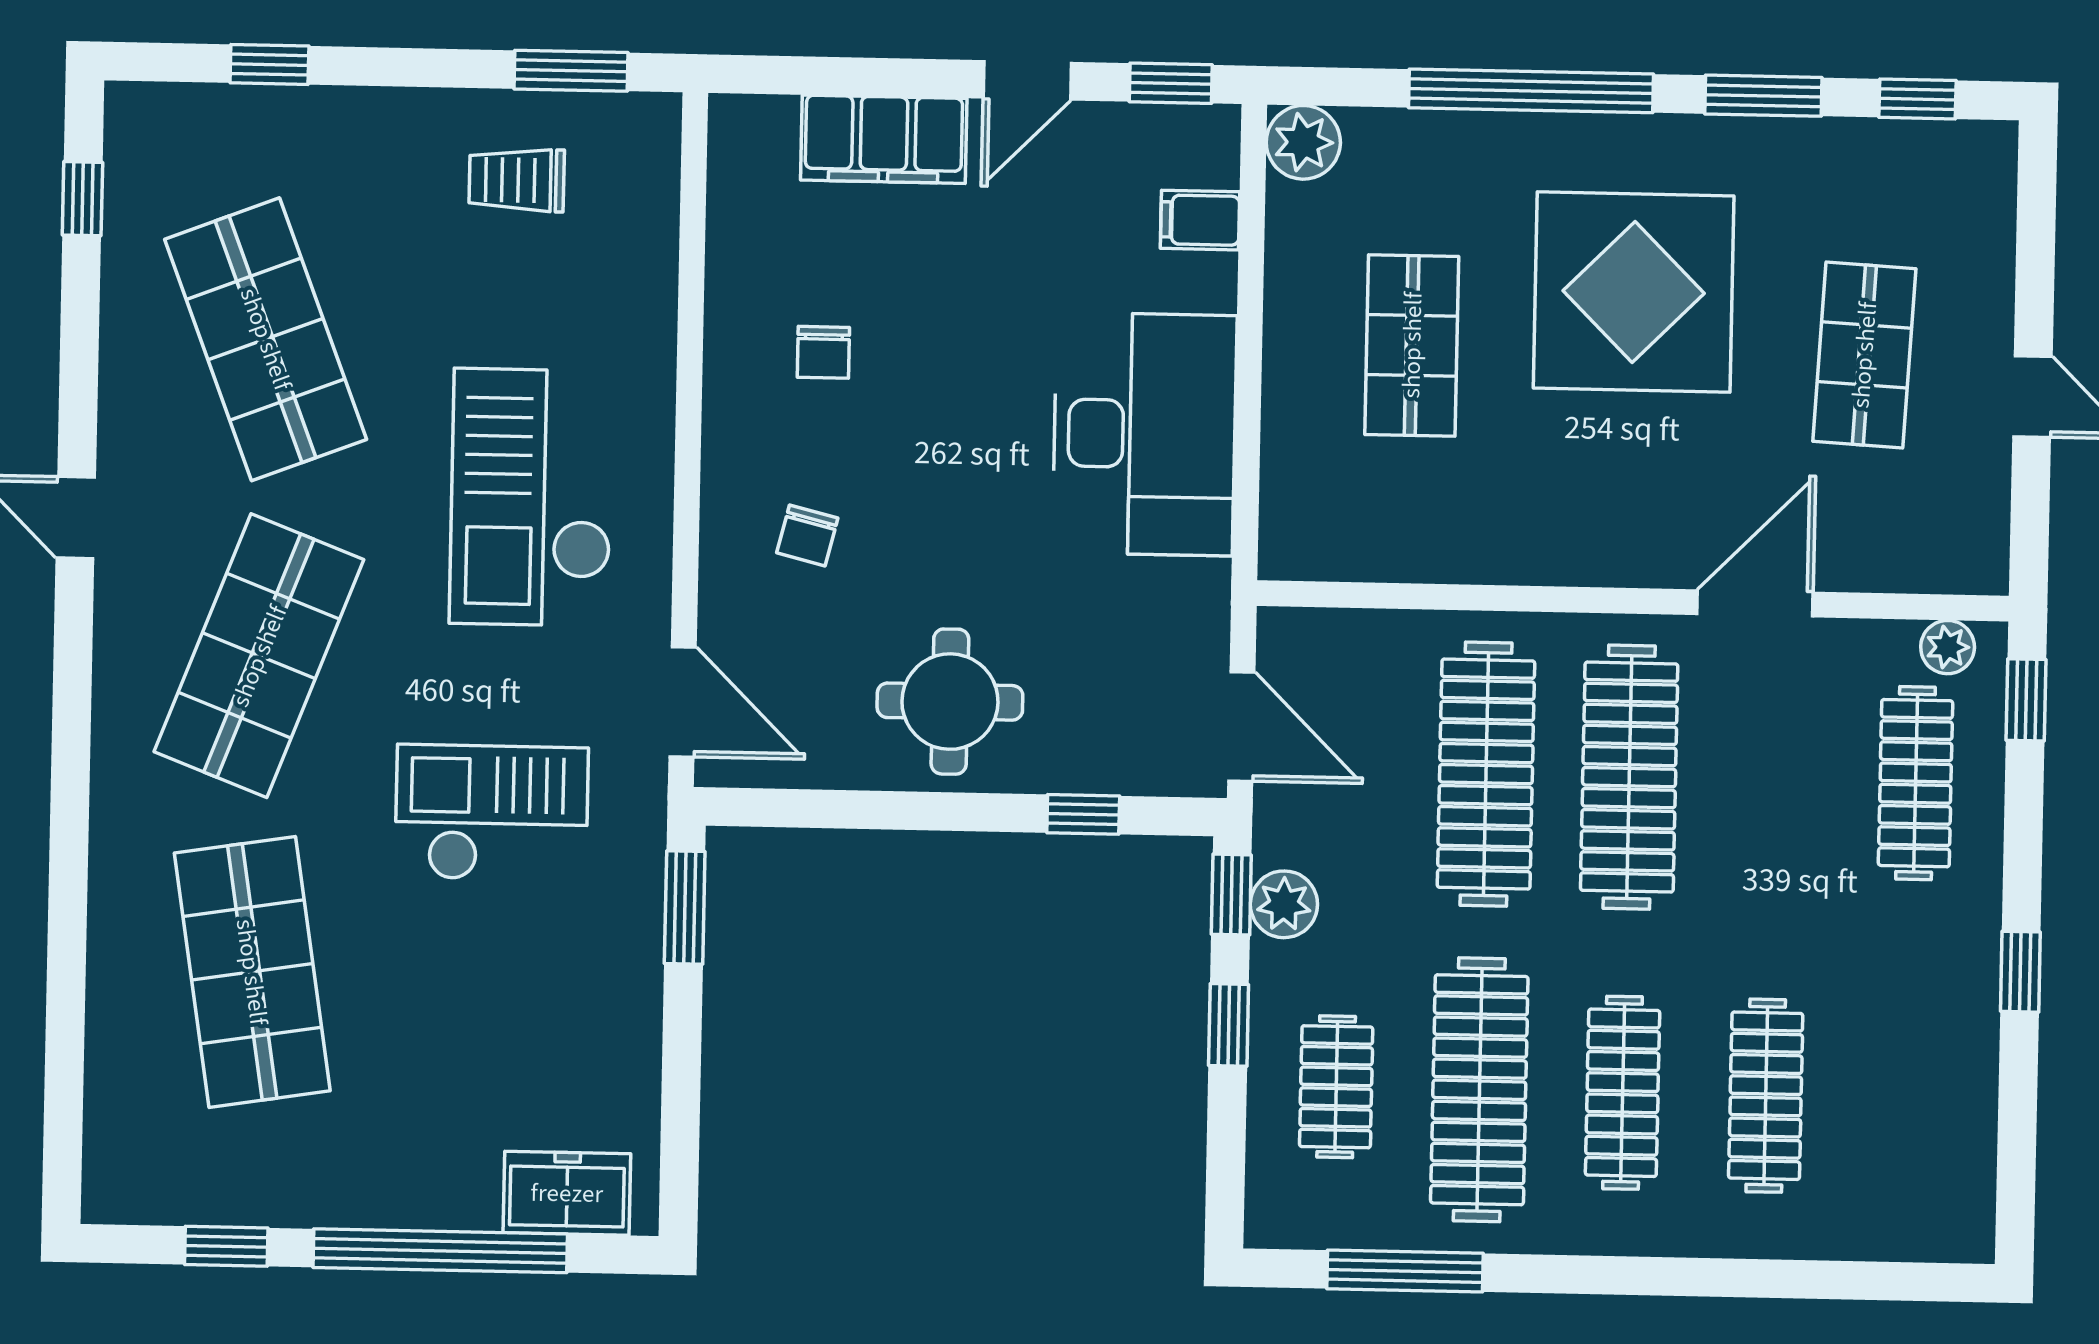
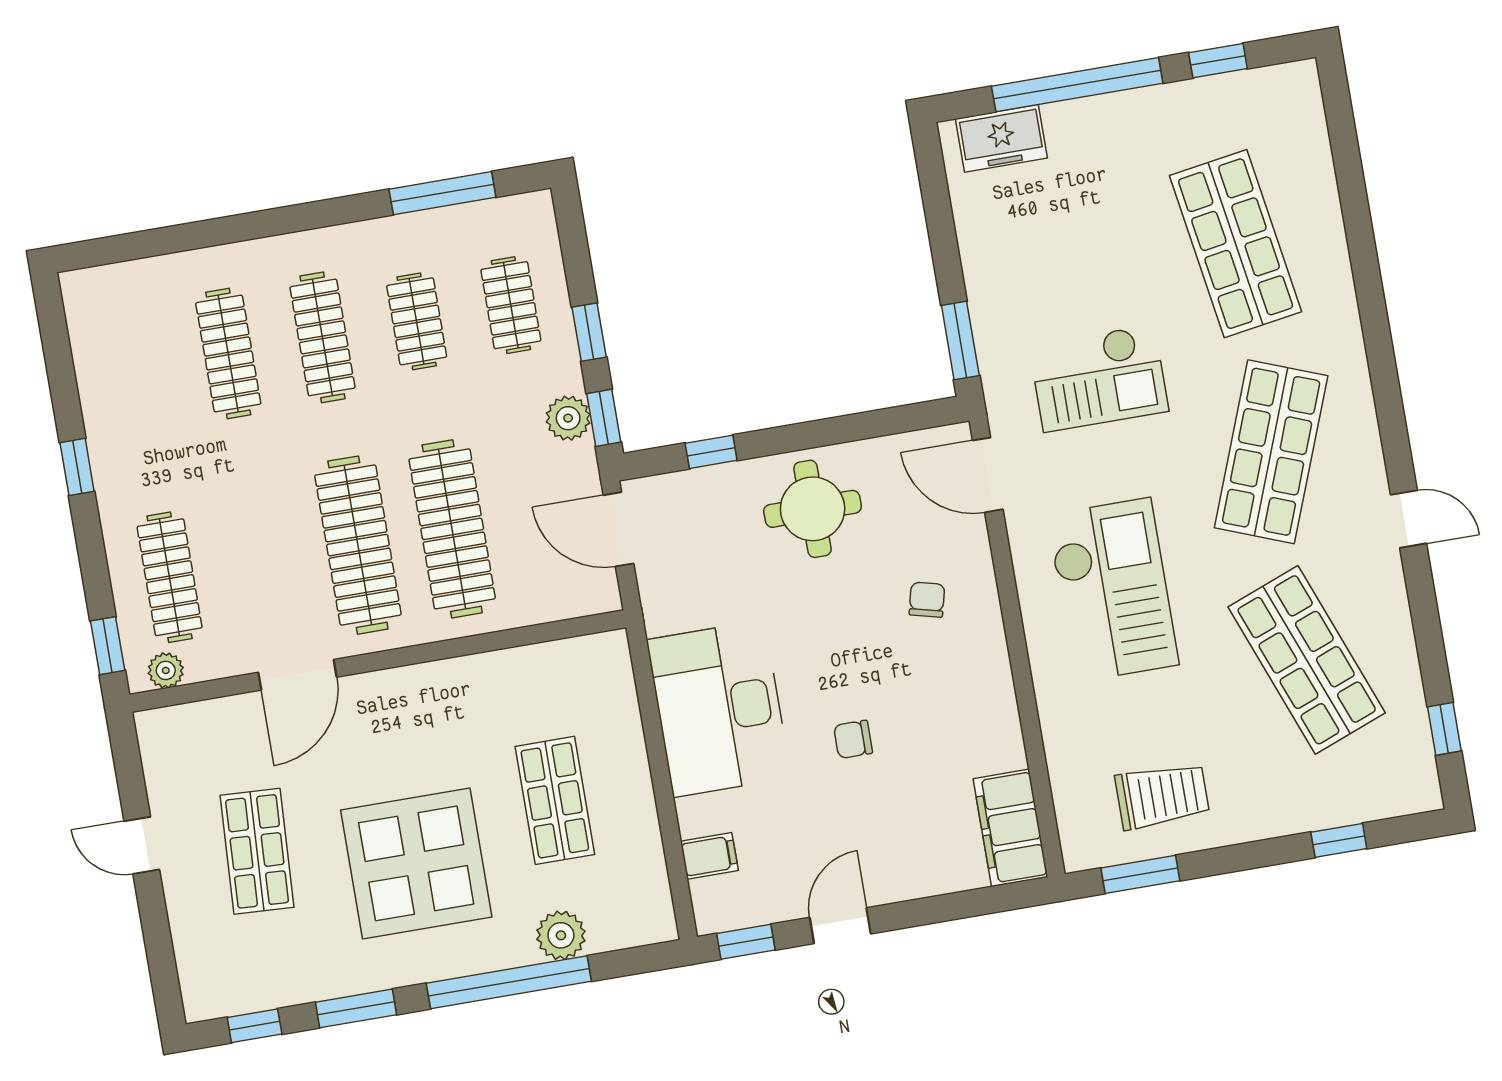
filing cabinet: (884, 139) -> (1010, 828), moved, turned -90
plant: (1303, 142) -> (561, 935), moved
trolley: (517, 180) -> (1162, 796), width x1.36, depth x1.39
chair: (823, 352) -> (853, 739), moved, turned -90
clothes rail: (1479, 1090) -> (417, 321), width x0.54, depth x0.76

